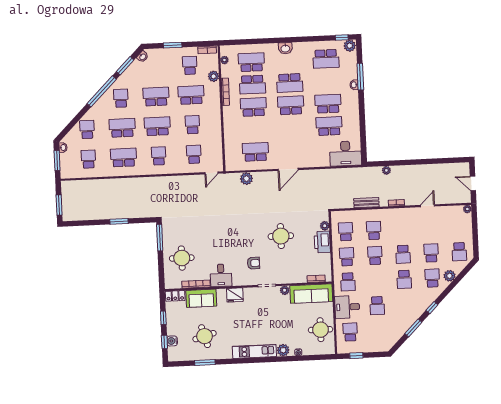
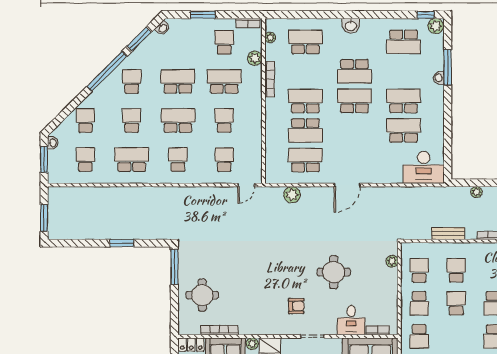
school desk: (252, 85) -> (305, 130), moved
school desk: (122, 128) -> (132, 120), width x0.54
printer: (322, 242) -> (388, 282), removed
school desk: (347, 257) -> (419, 303), turned 180
desk: (221, 275) -> (351, 320), moved
plant: (285, 290) -> (252, 344), moved

